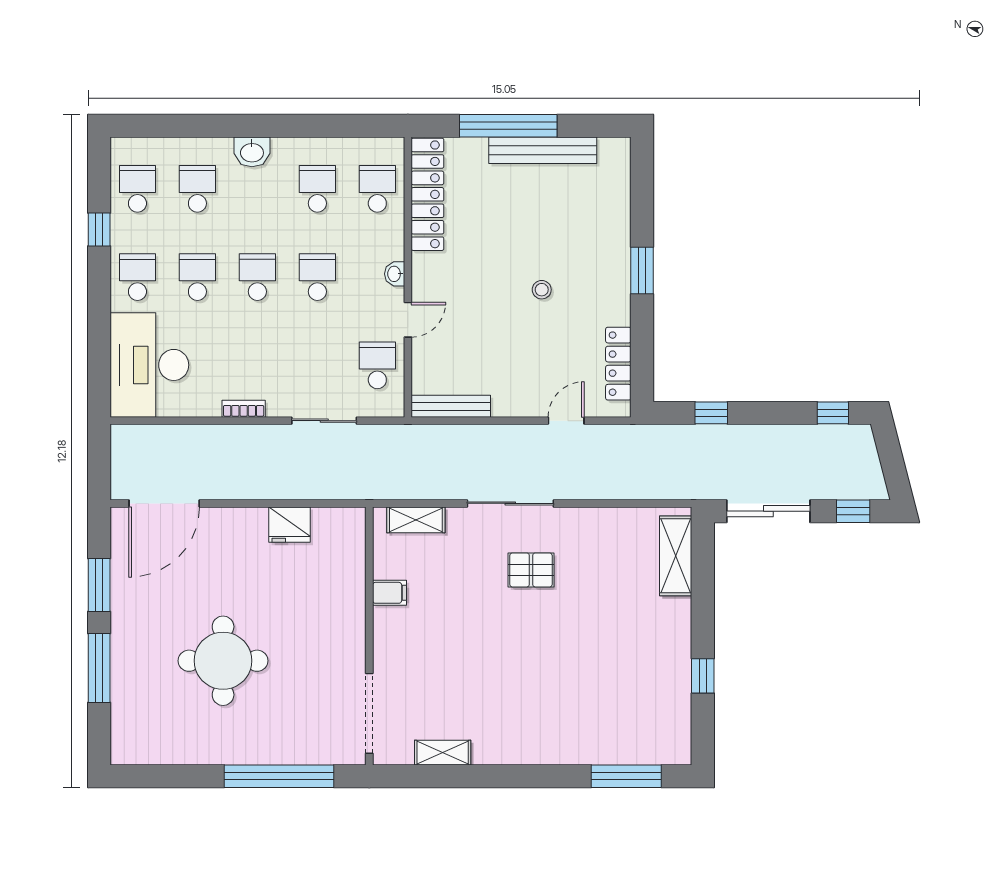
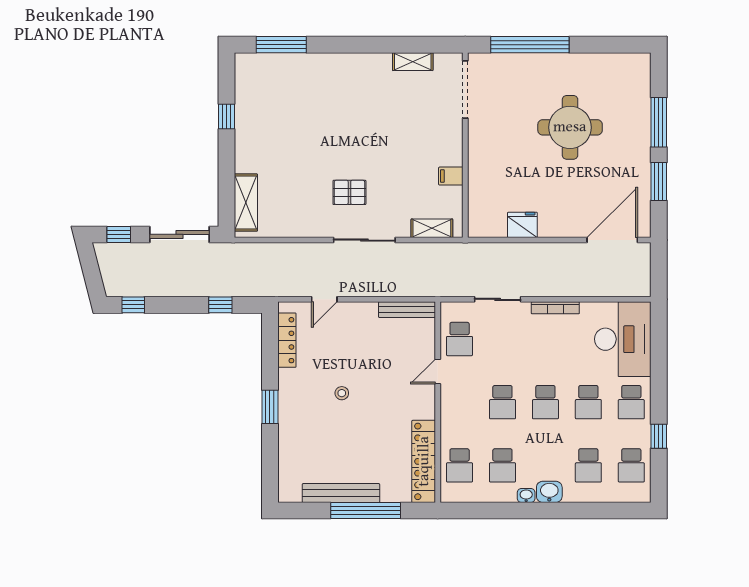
washbasin: (395, 274) -> (526, 496), moved, turned -90
bookcase: (244, 409) -> (555, 308), width x1.56

